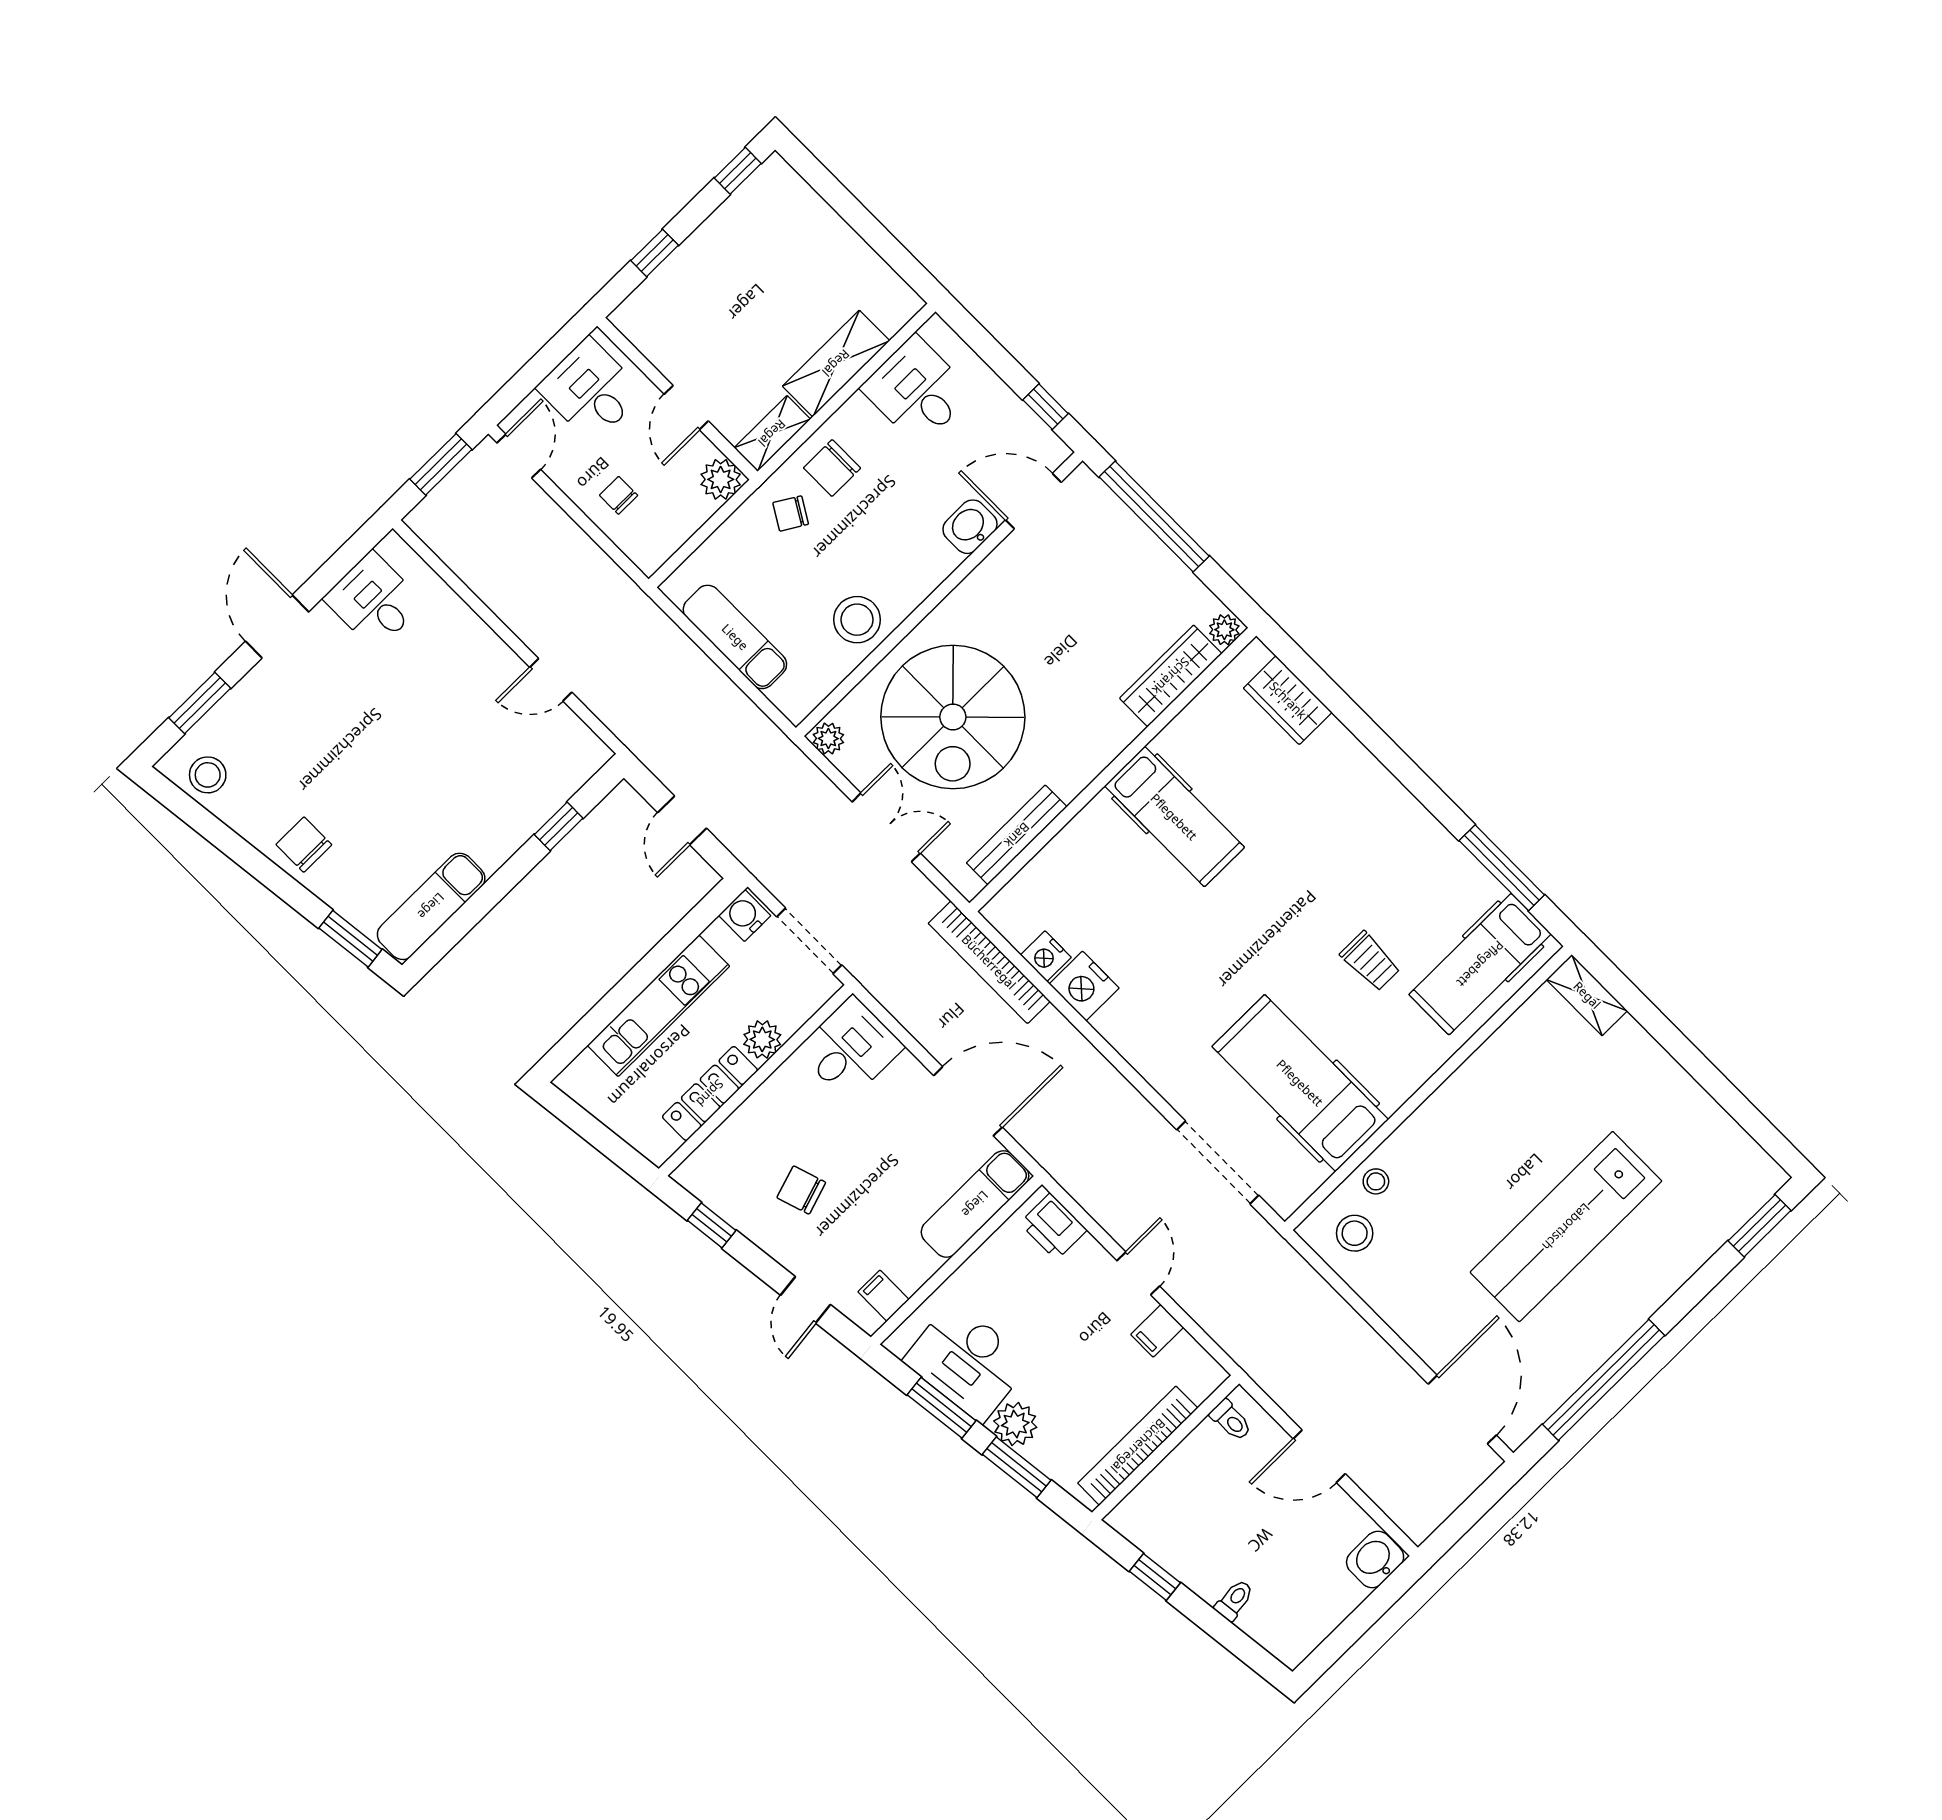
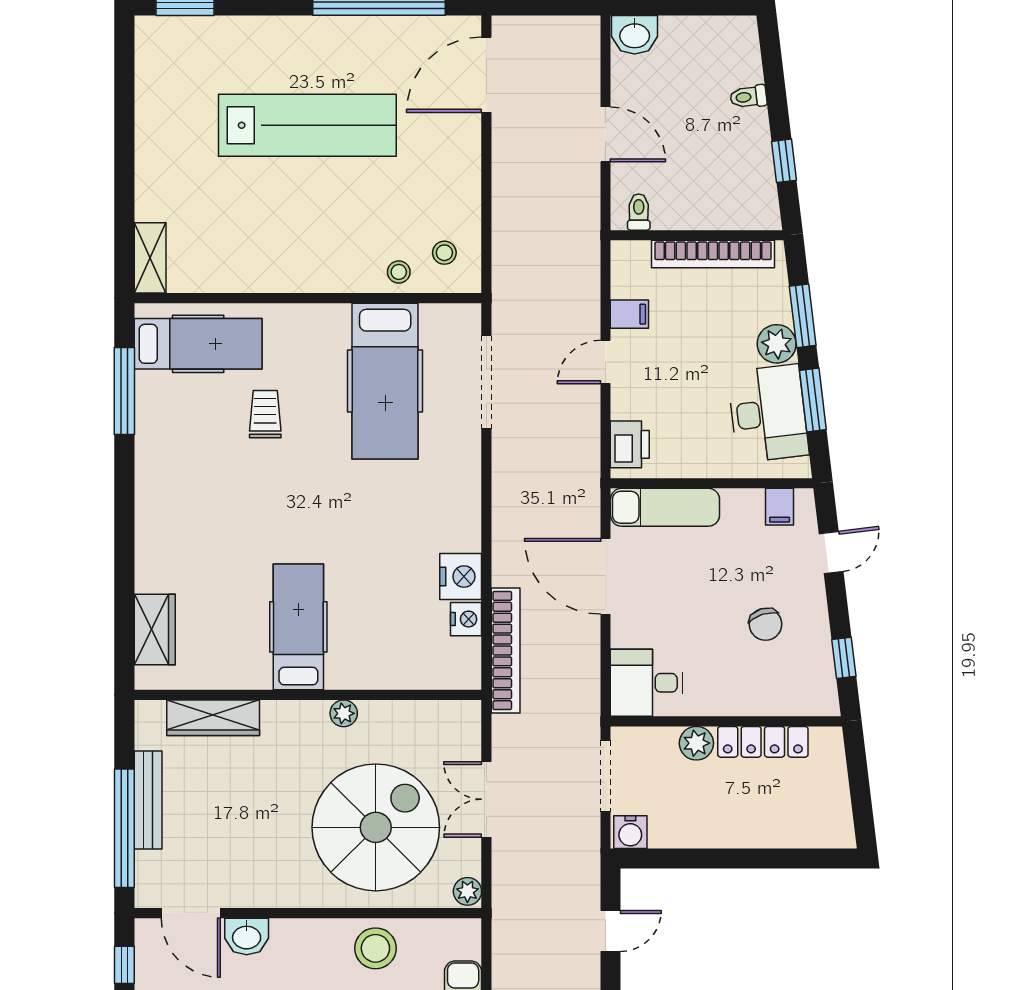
plant: (1224, 630) -> (344, 713), moved
bench: (1017, 835) -> (148, 800), moved, turned 90
kitchen unit: (658, 1006) -> (741, 829), removed
stool: (1355, 1233) -> (444, 253), width x0.73, depth x0.73

